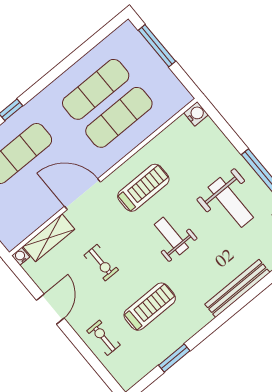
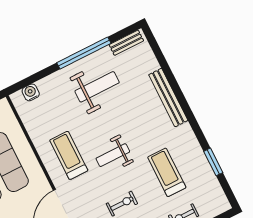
water cooler: (196, 114) -> (31, 92), moved
weight bench: (171, 236) -> (113, 155), moved

